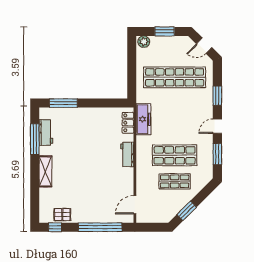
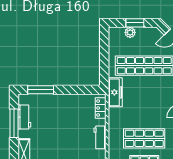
plant: (144, 42) -> (130, 32), moved
freezer: (143, 119) -> (115, 92), moved

